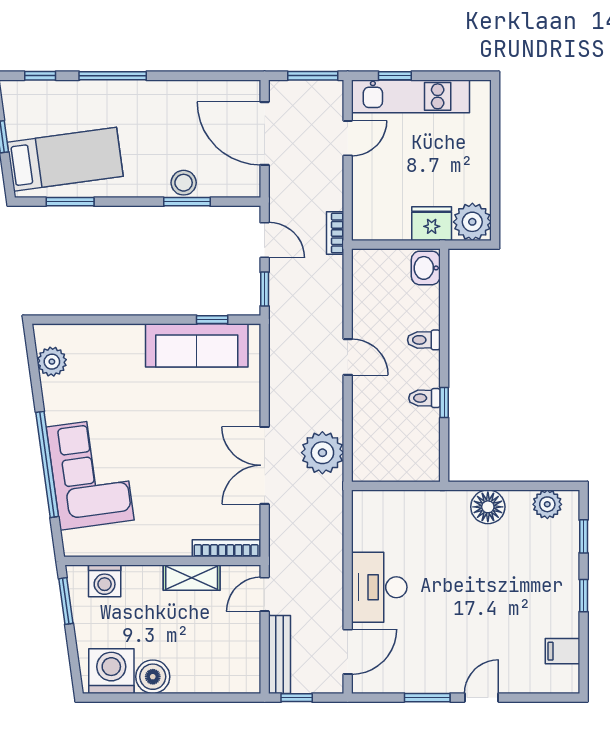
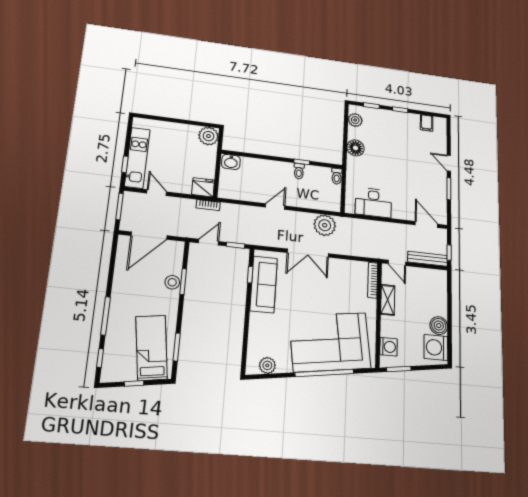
fridge: (432, 224) -> (203, 187), moved, turned 90
toilet: (424, 340) -> (337, 176), moved
double door: (265, 465) -> (308, 253), moved
corner sofa: (90, 474) -> (330, 342), width x1.36, depth x1.36
desk: (379, 587) -> (373, 203), moved

